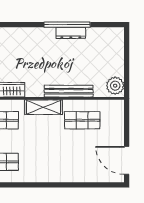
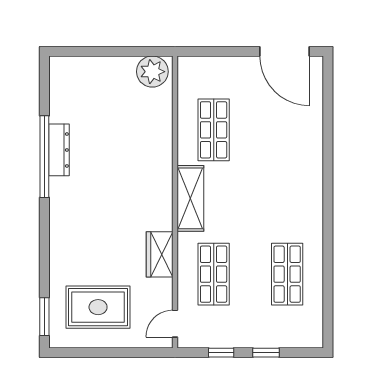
bench: (69, 91) -> (162, 154), removed
door: (127, 160) -> (284, 51), hinge flipped

